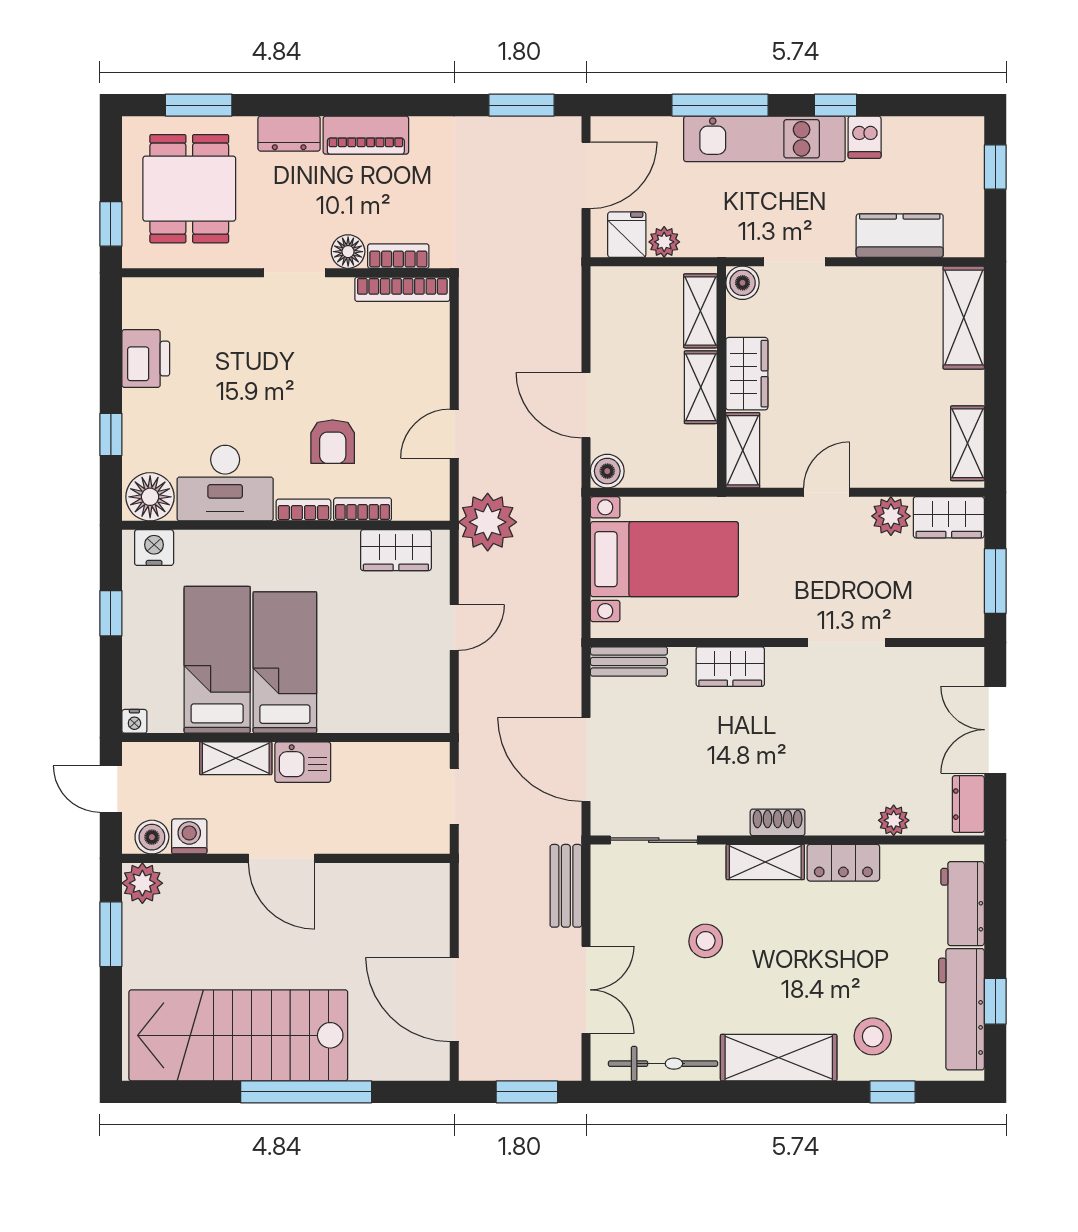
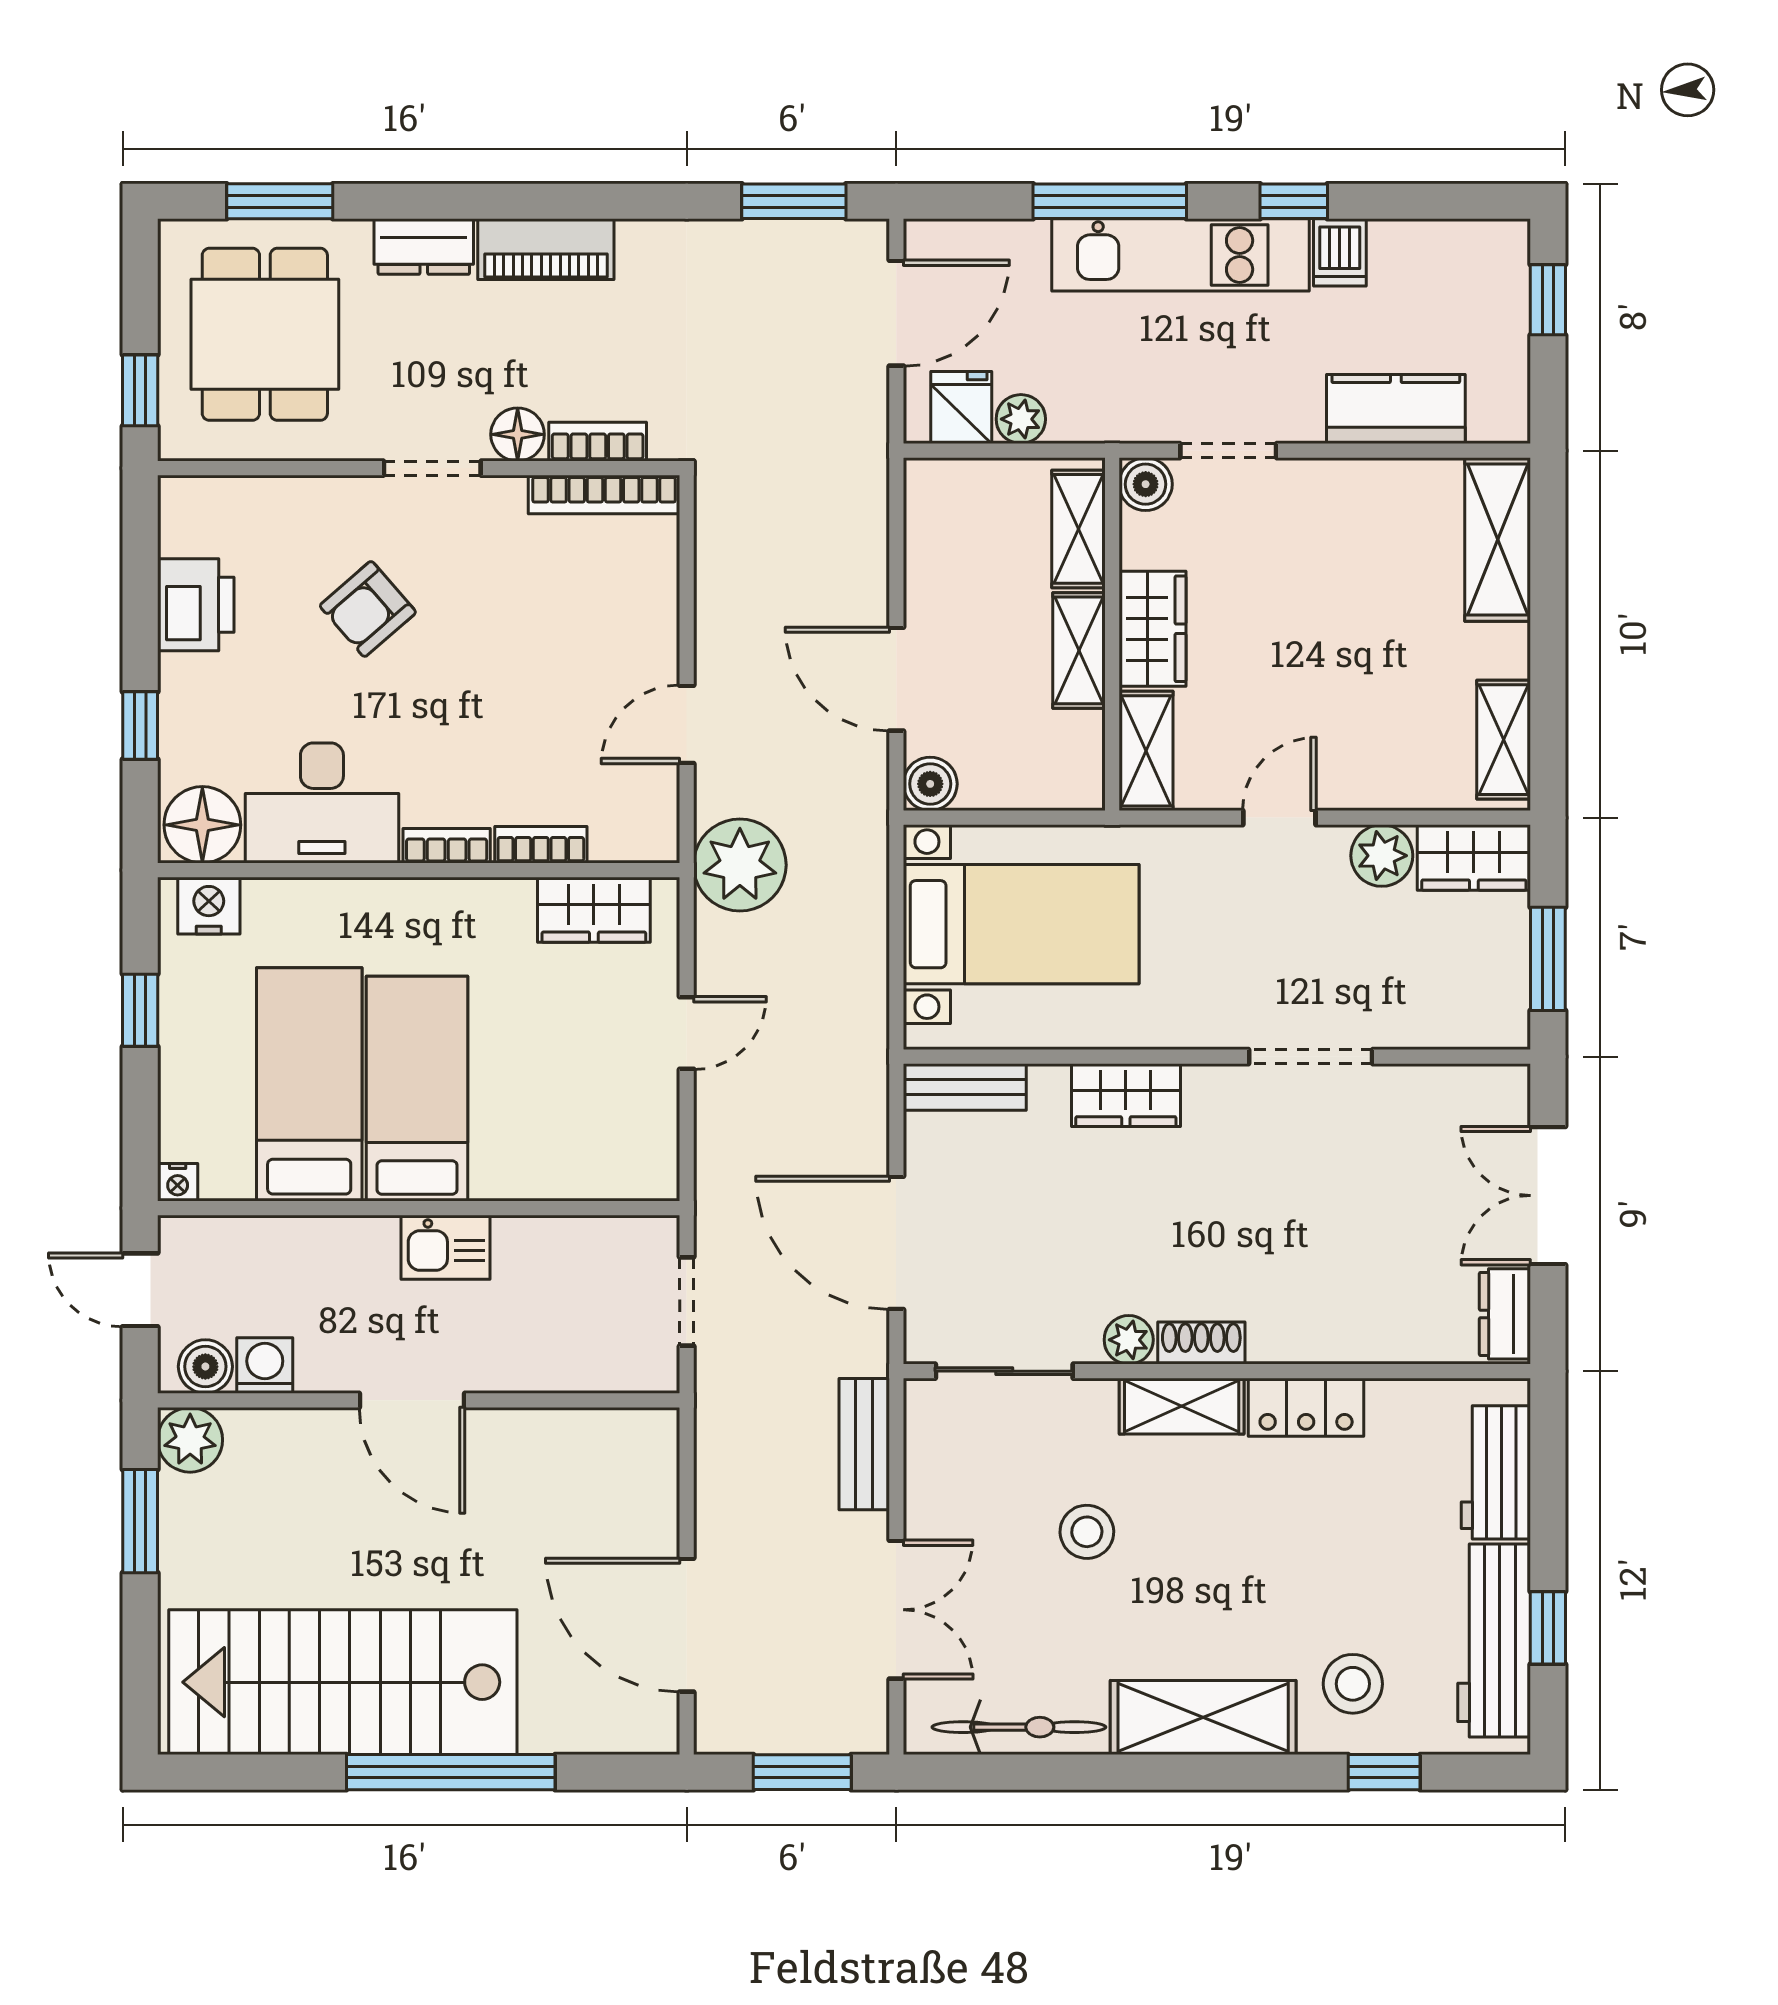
armchair: (333, 442) -> (368, 609), moved, turned 49
shelving: (236, 758) -> (339, 1241), removed
plant: (894, 820) -> (1129, 1340), moved

